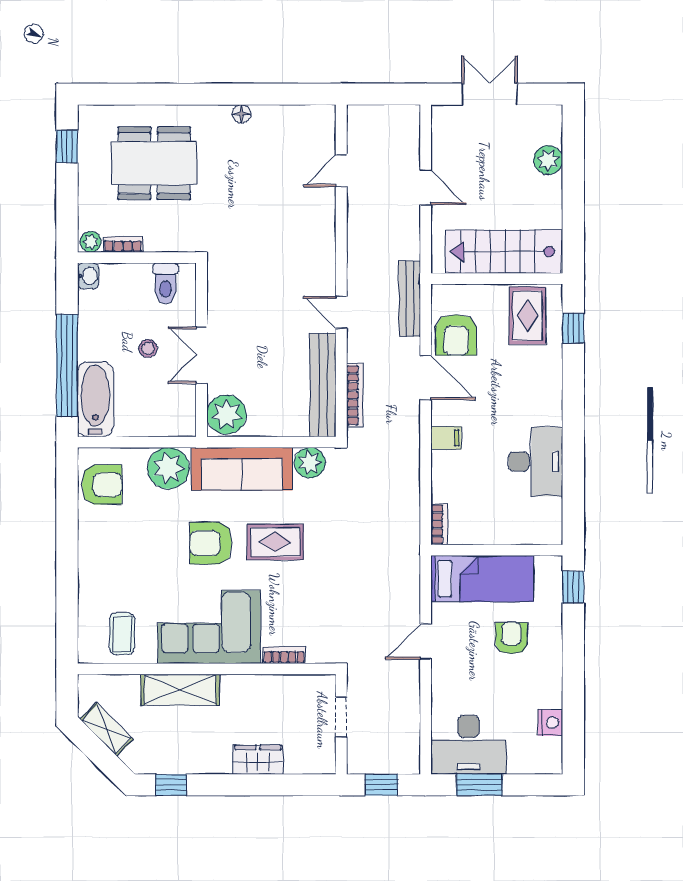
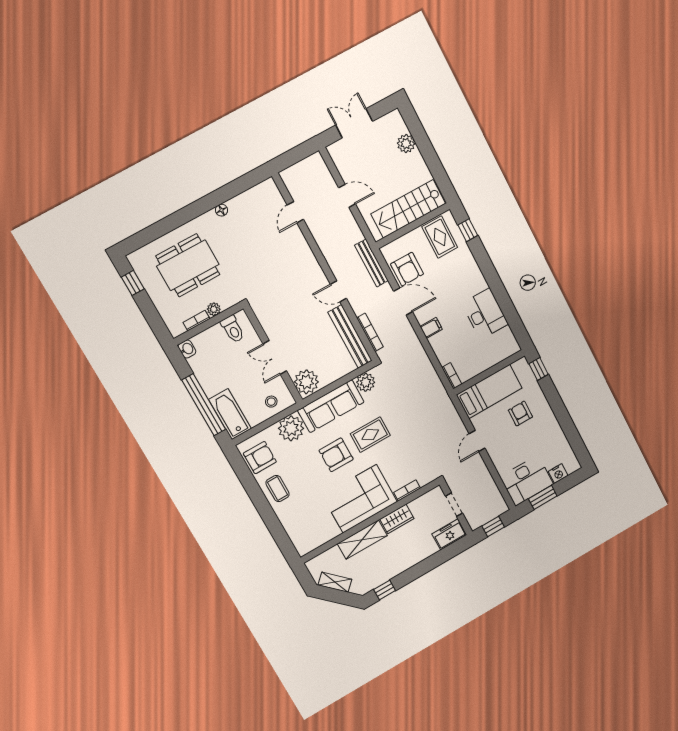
plant: (91, 242) -> (214, 309), moved
stool: (148, 348) -> (271, 402), moved
coffee table: (122, 634) -> (278, 489), moved
nightstand: (550, 723) -> (558, 473), moved, turned 90
freezer: (310, 758) -> (449, 534), added
wardrobe: (258, 760) -> (397, 519), moved, turned 180

